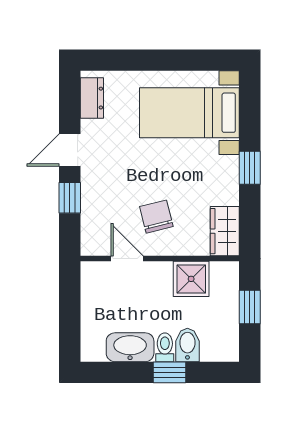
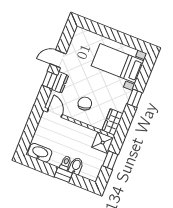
dresser: (92, 98) -> (60, 82), moved
door: (127, 259) -> (55, 113), moved
shower: (191, 279) -> (103, 143), moved
washbasin: (130, 347) -> (40, 153), moved

